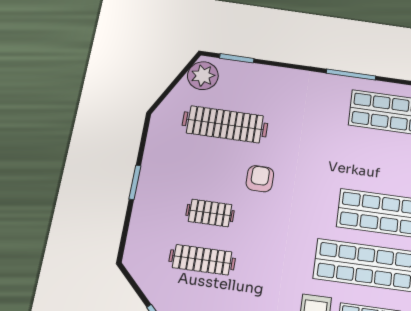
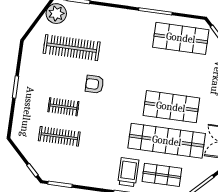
armchair: (260, 179) -> (95, 84), turned -90

